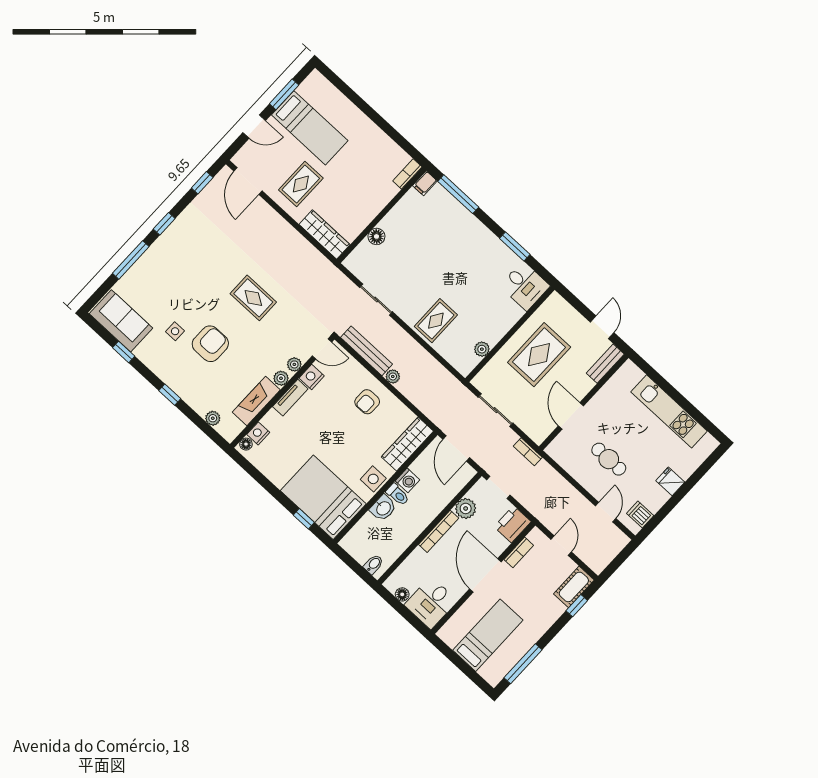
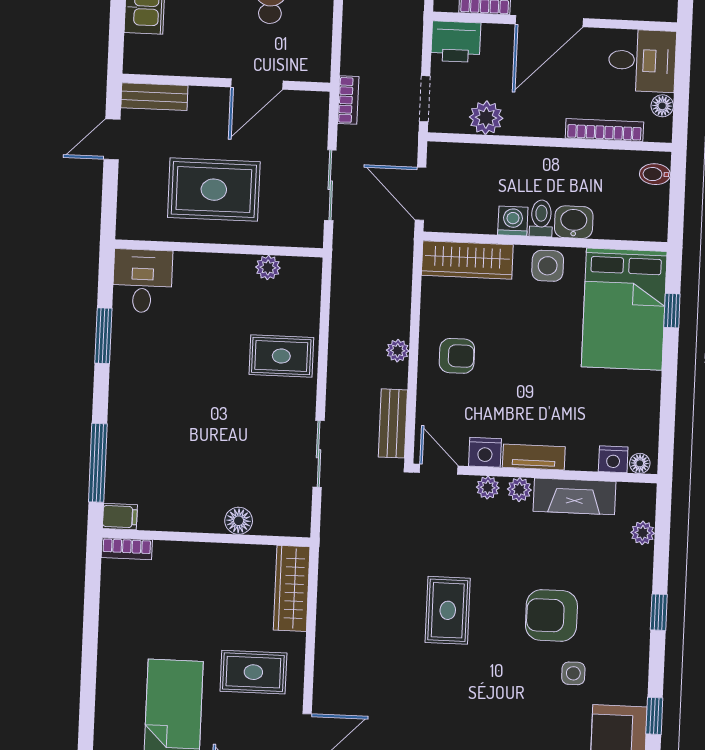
bench: (367, 351) -> (393, 423), width x0.73
door: (456, 448) -> (420, 194), swing flipped
bookcase: (439, 531) -> (604, 130), moved

